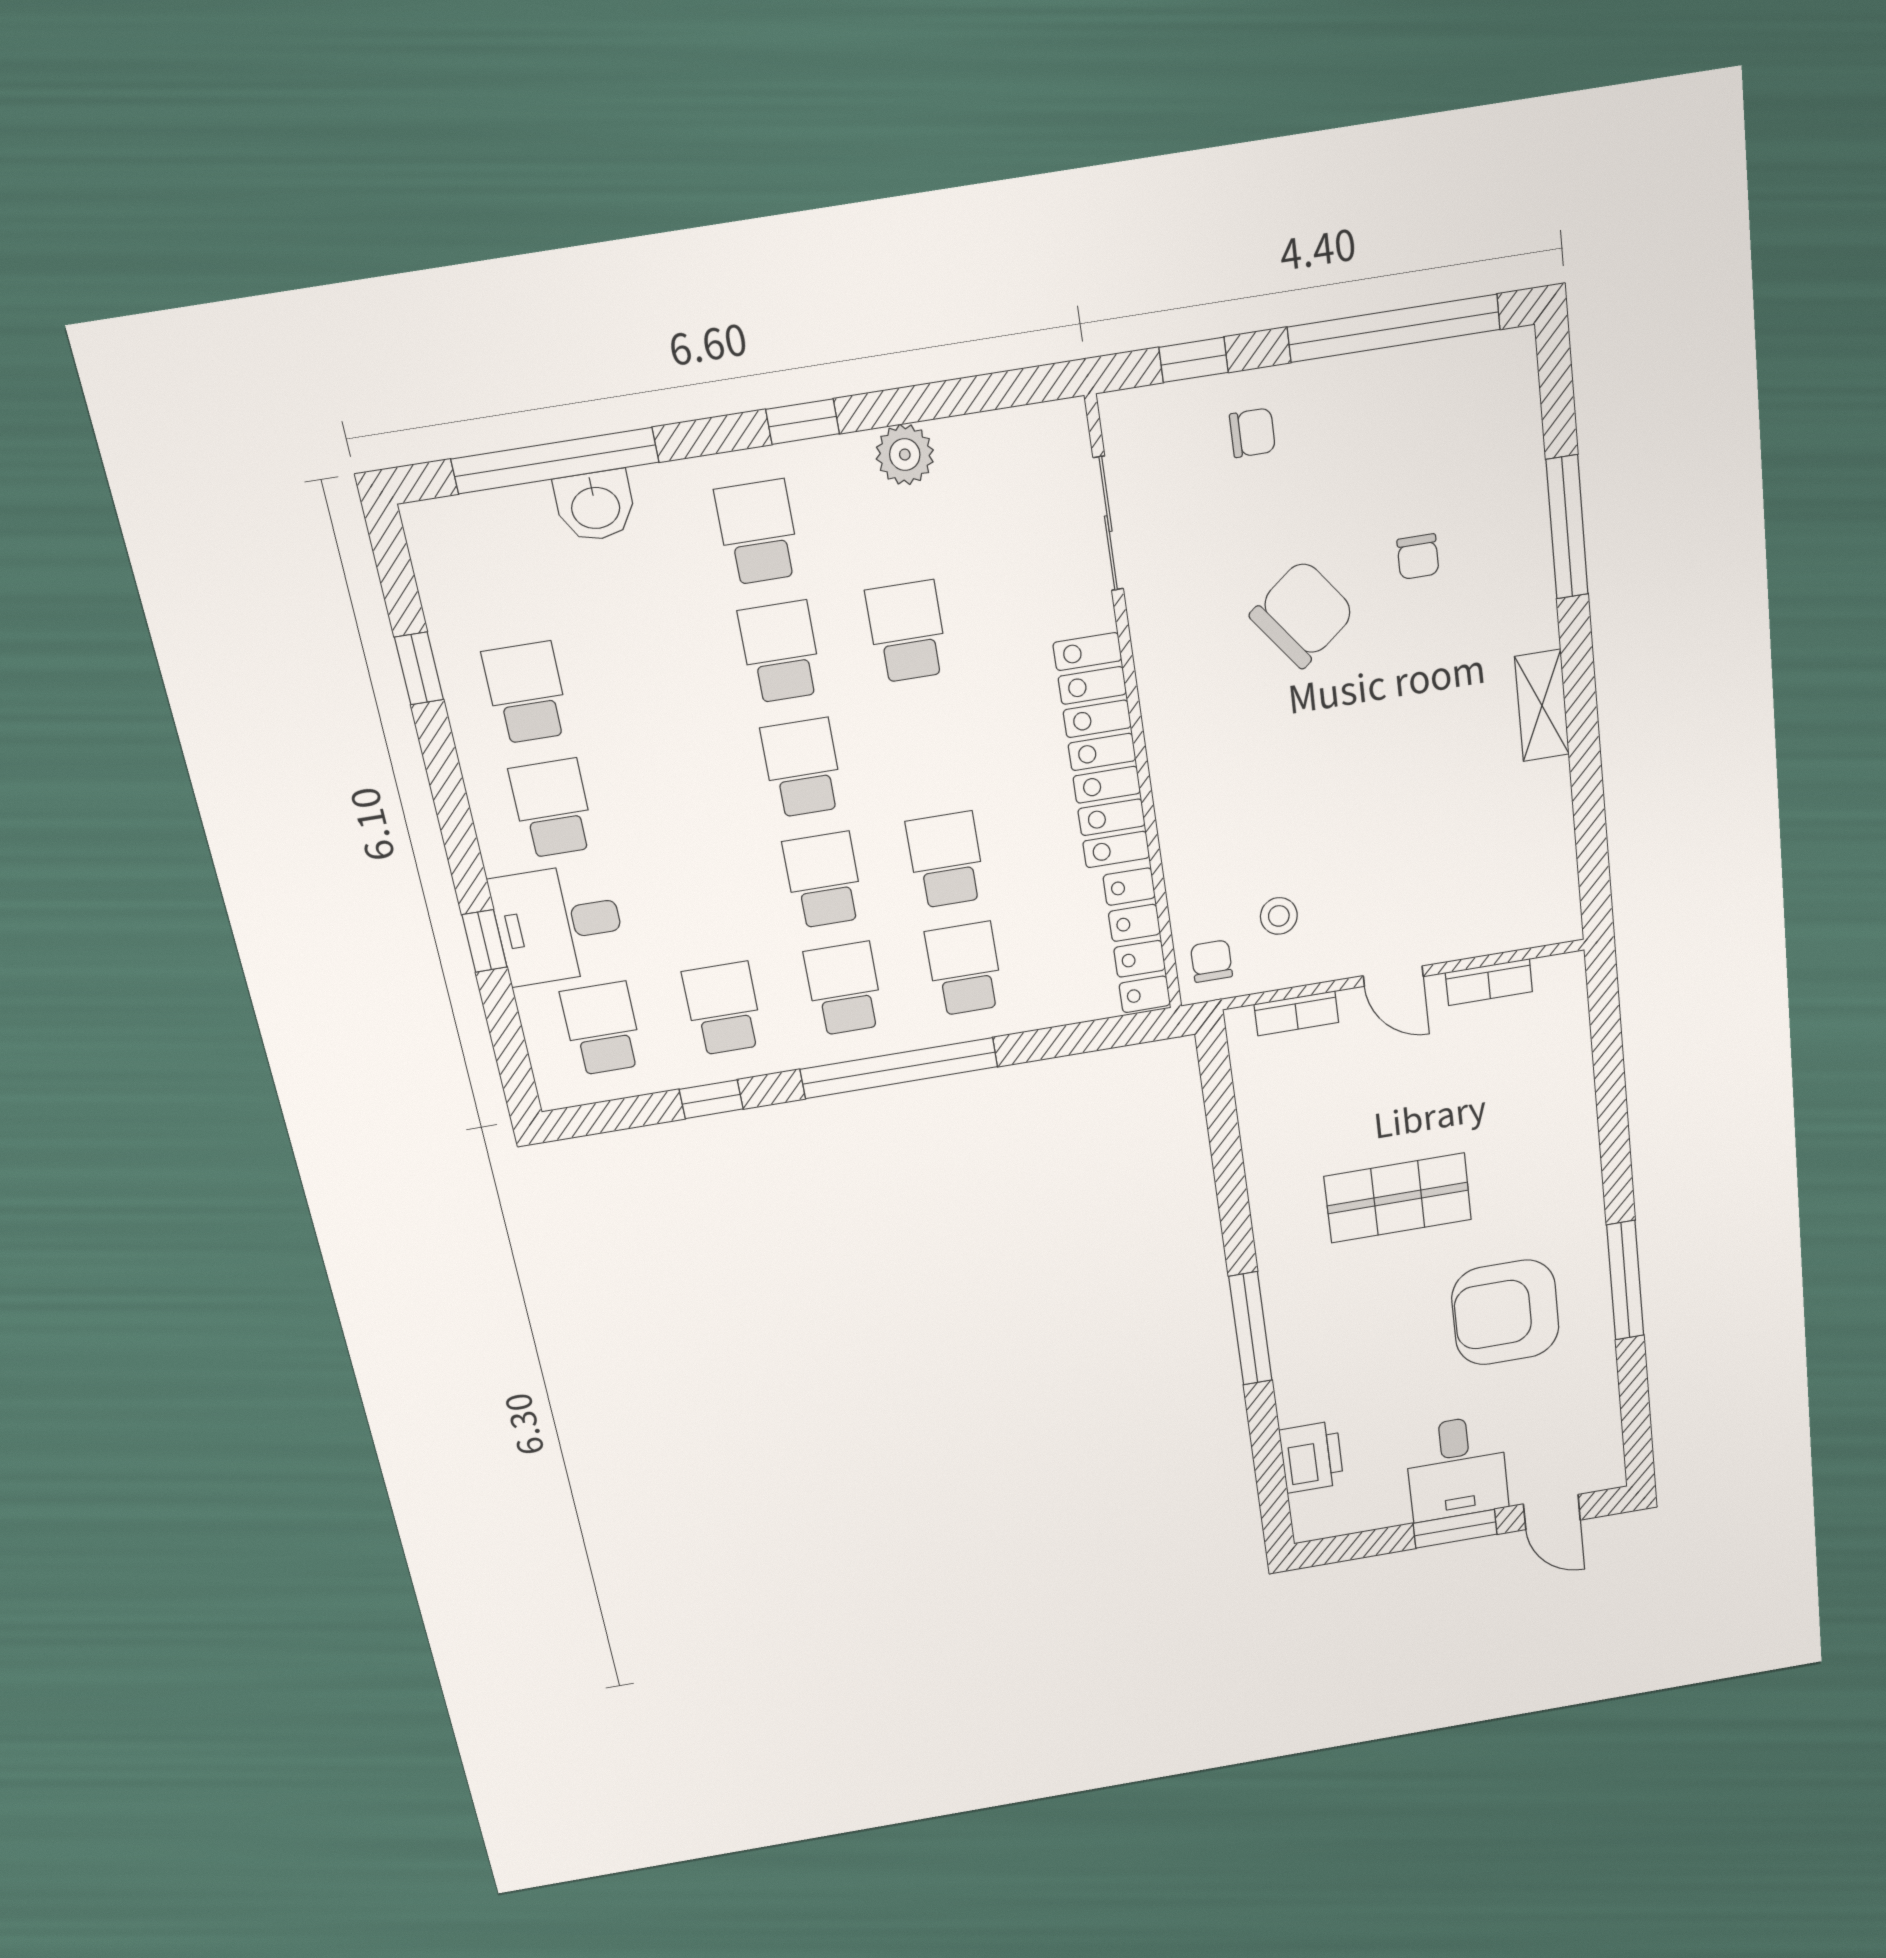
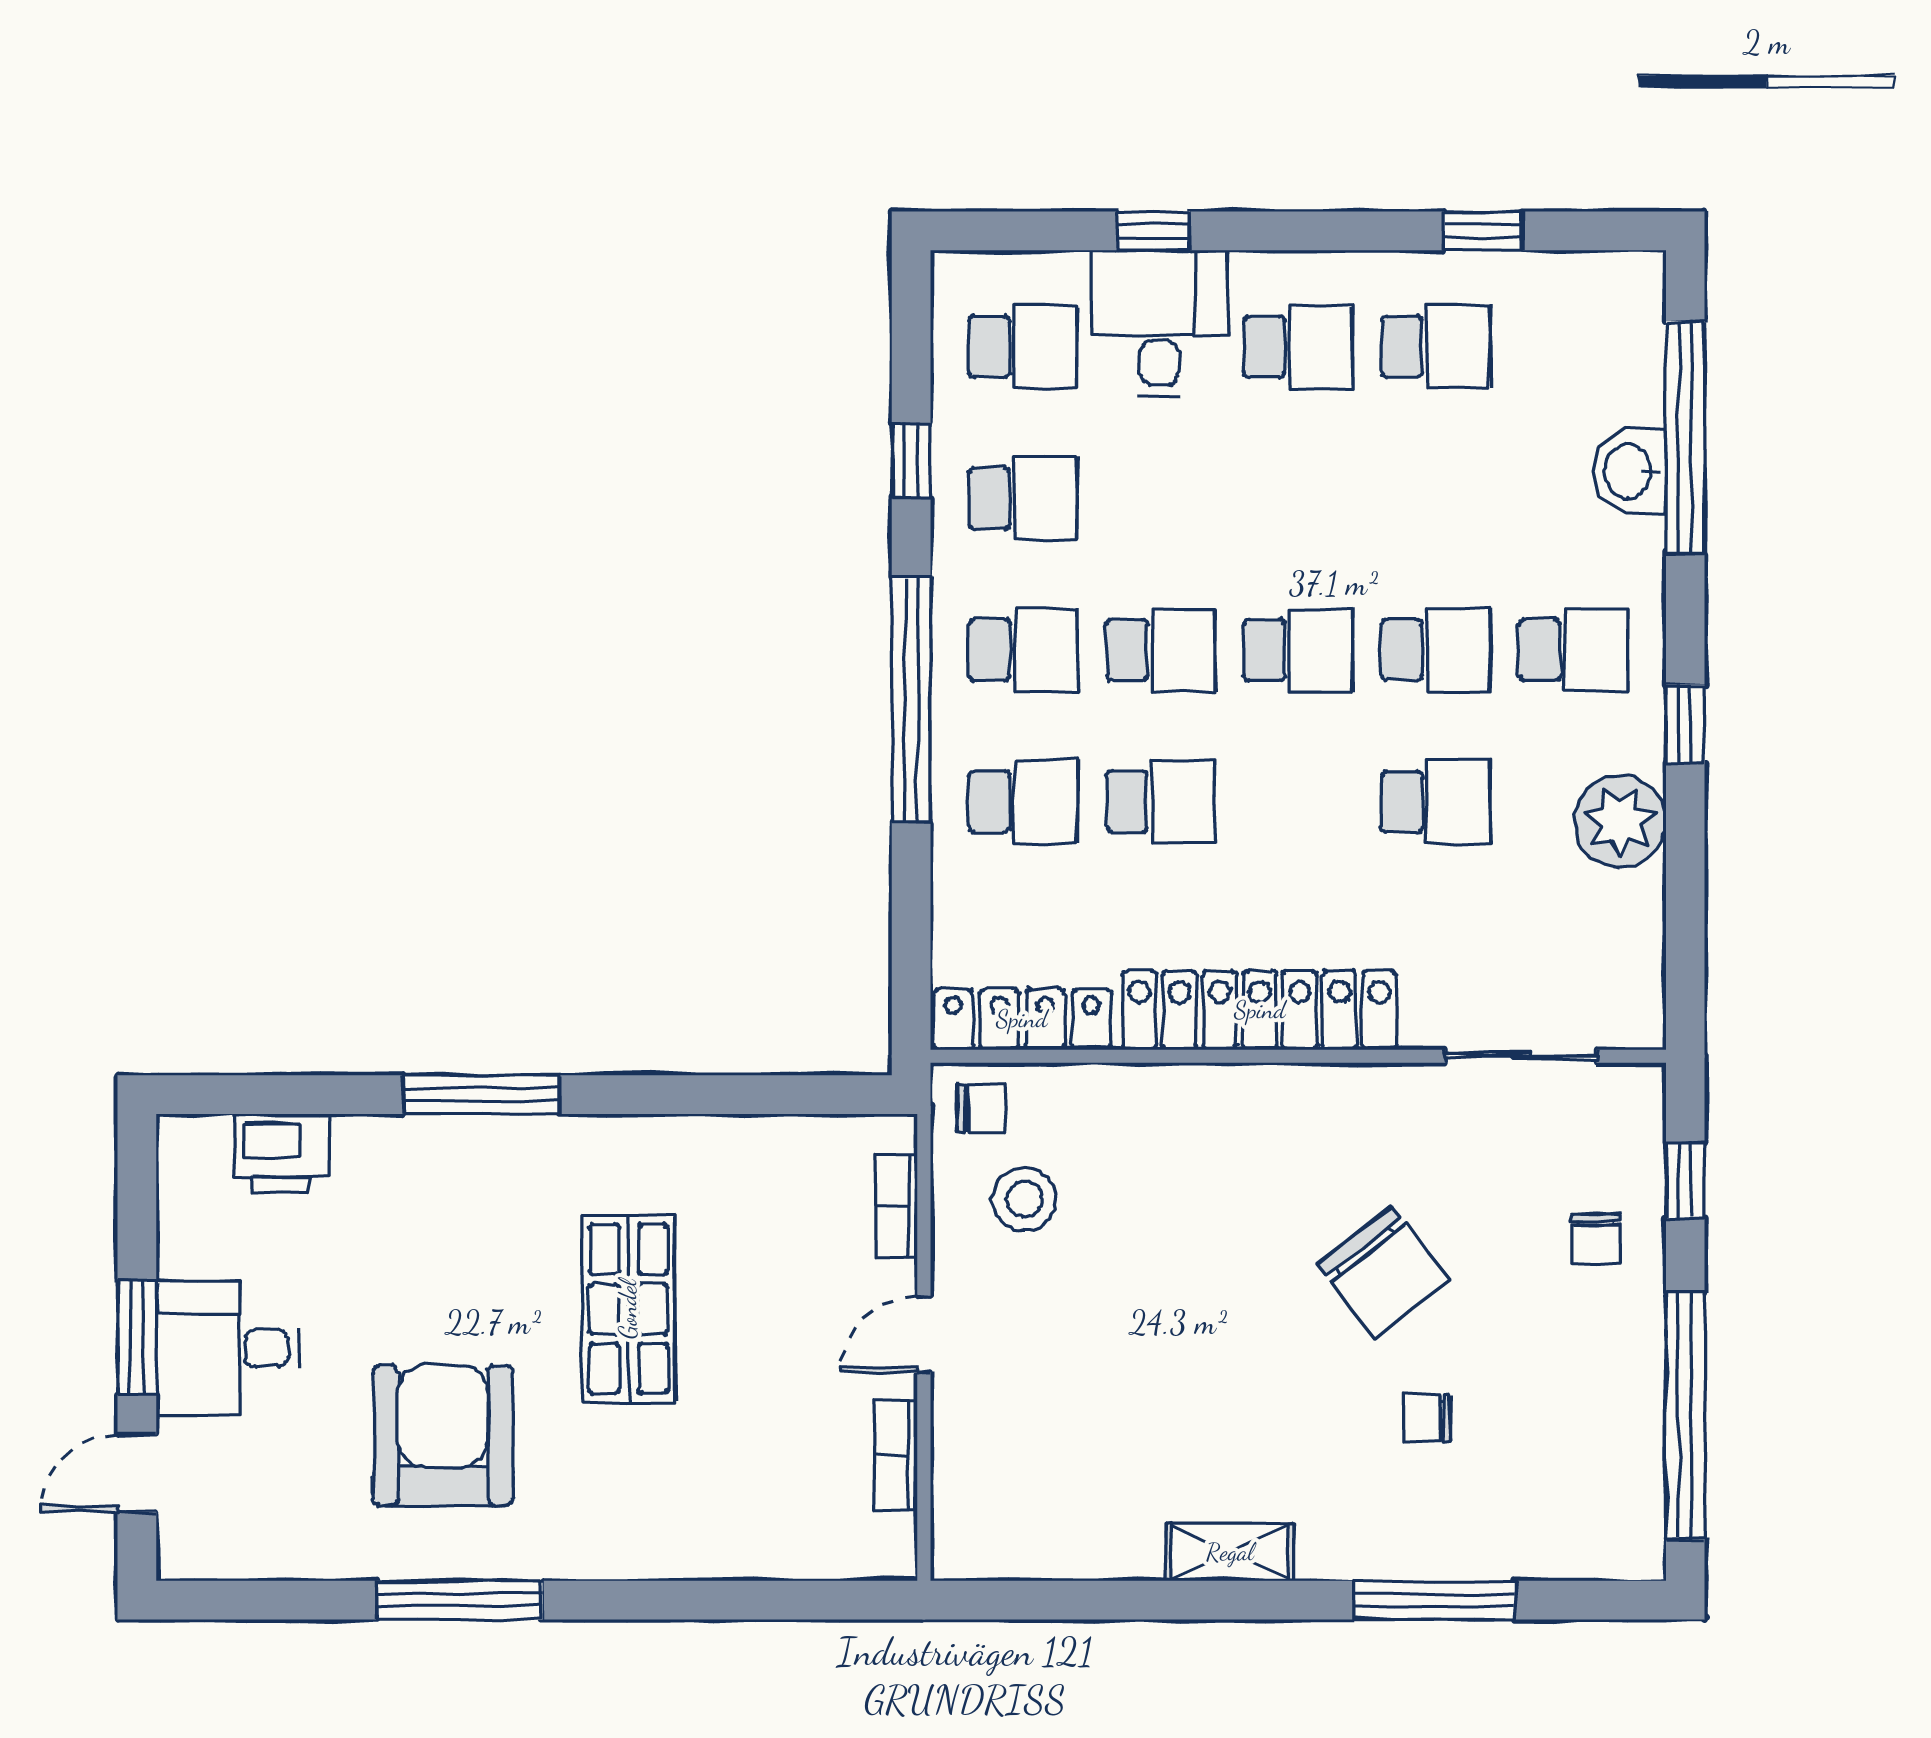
plant: (905, 455) -> (1620, 821), width x1.36, depth x1.36
stool: (1279, 916) -> (1024, 1199), width x1.37, depth x1.37

